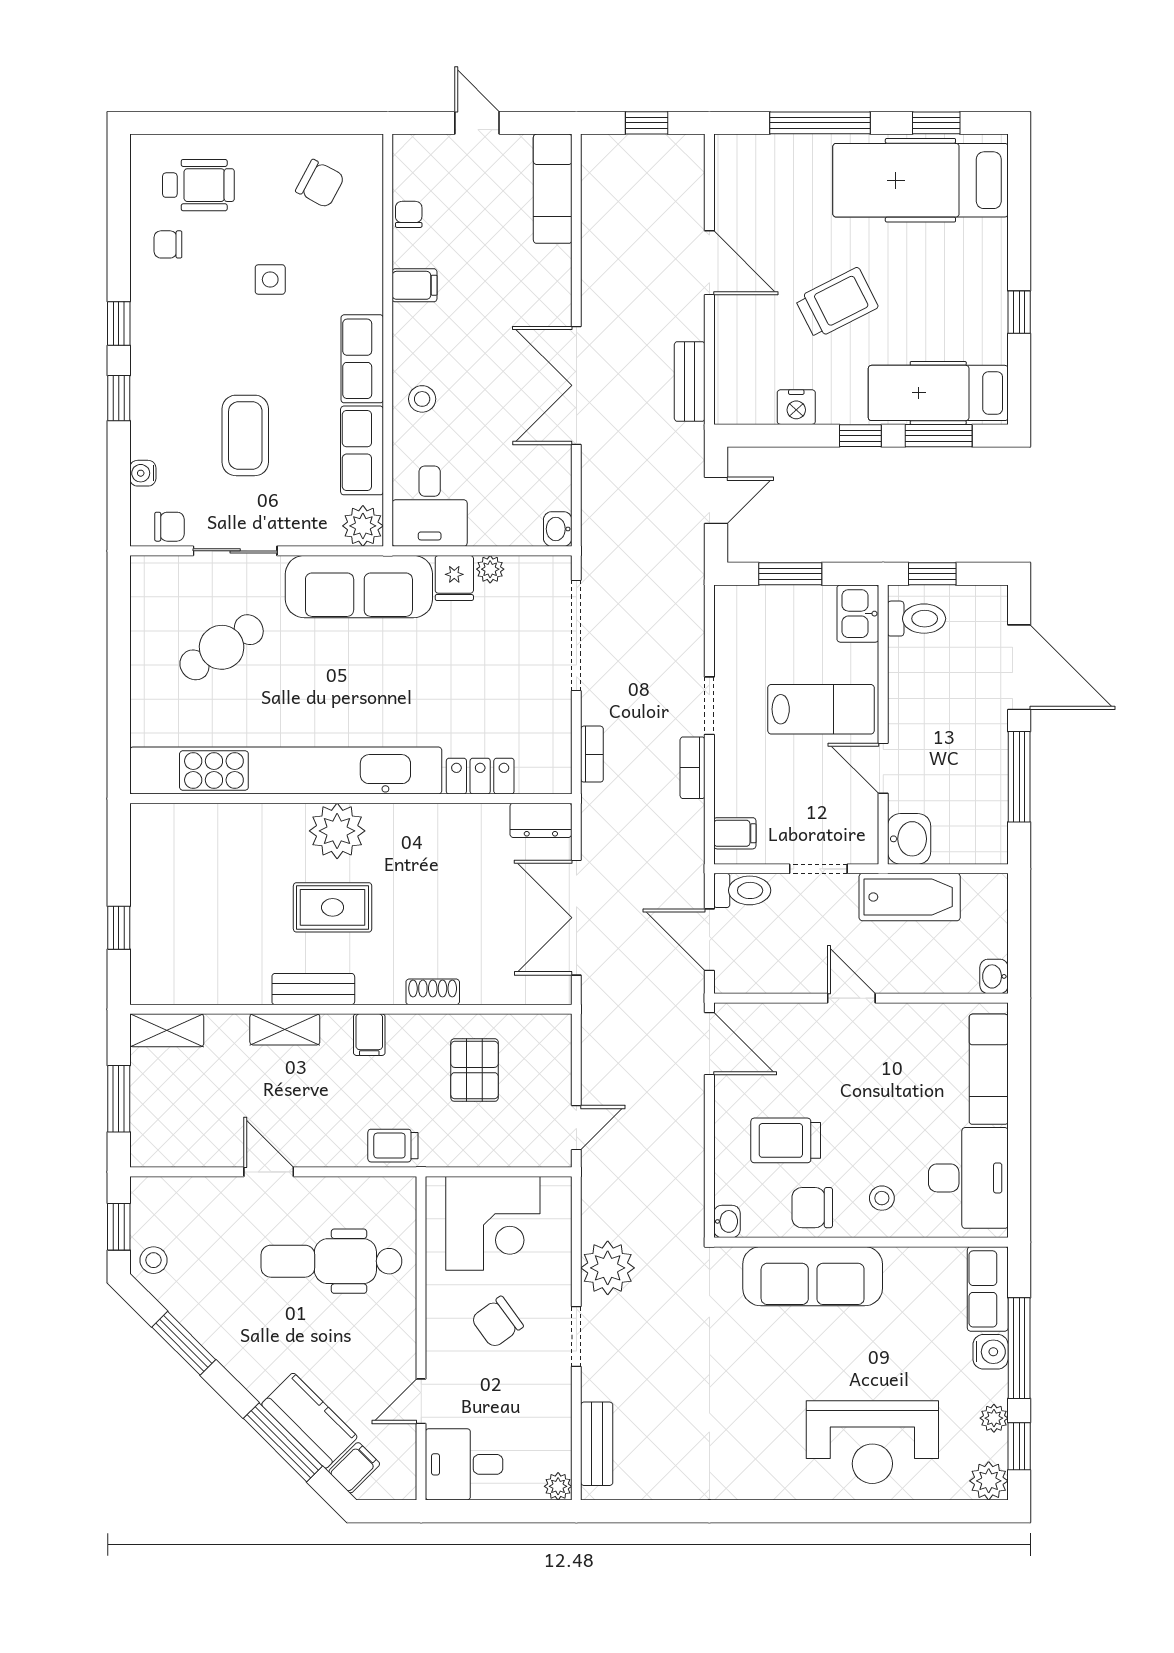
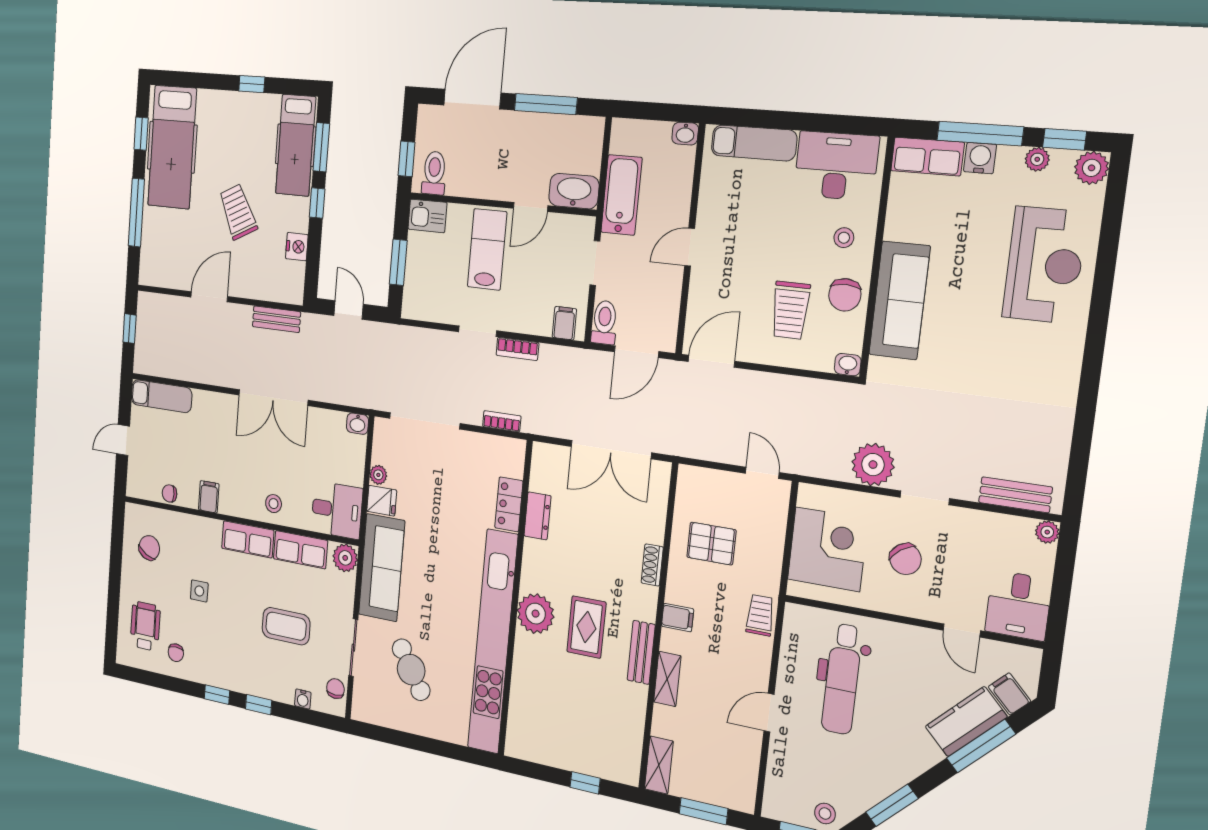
dresser: (541, 820) -> (537, 516), moved
washbasin: (909, 839) -> (574, 191), width x1.38
trolley: (393, 1146) -> (760, 615), turned 180

